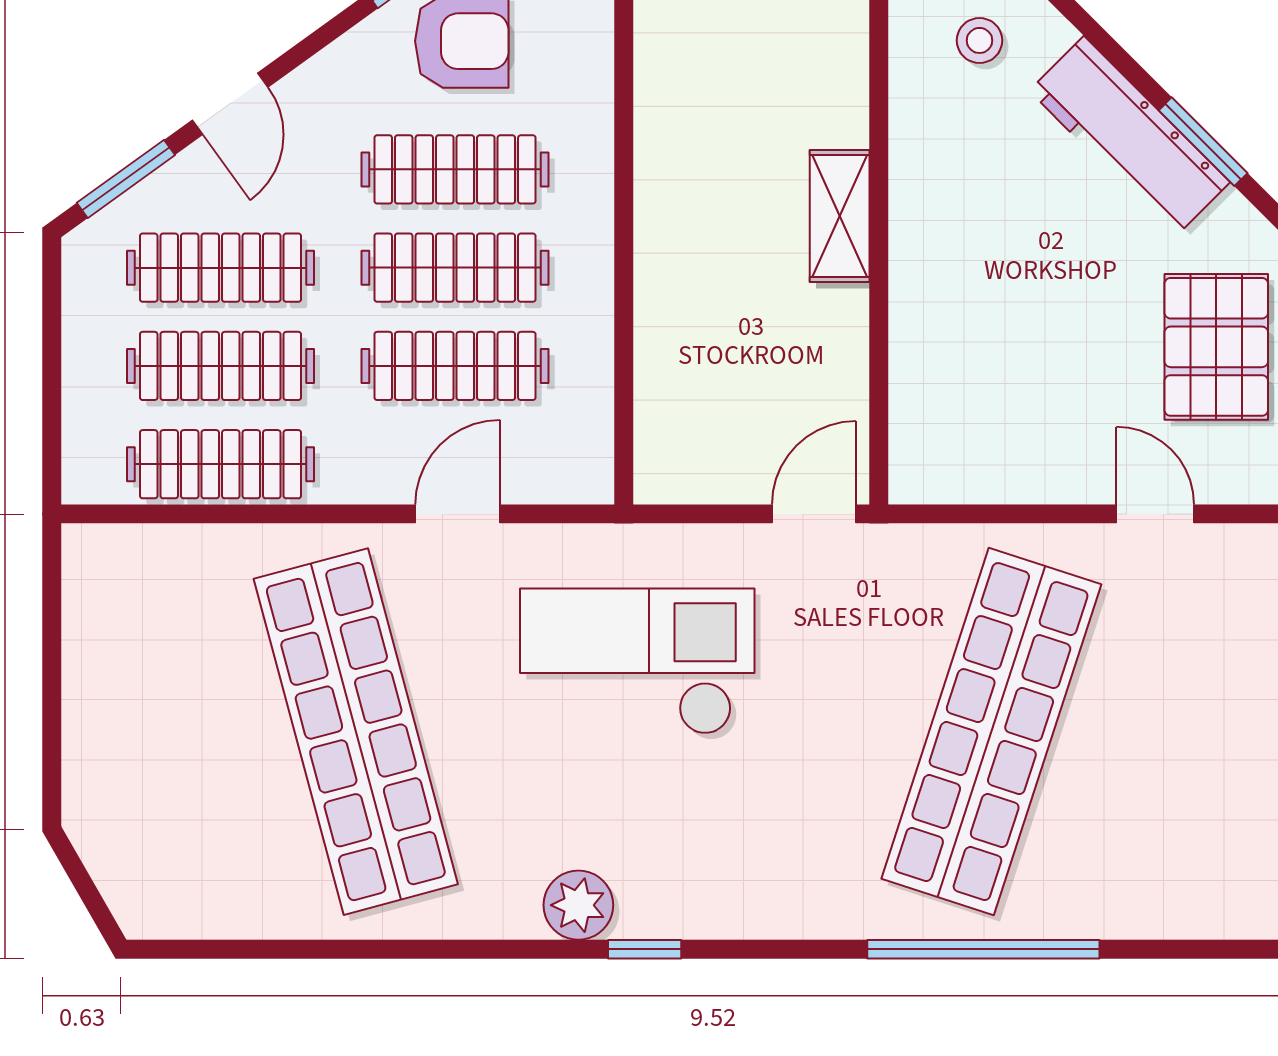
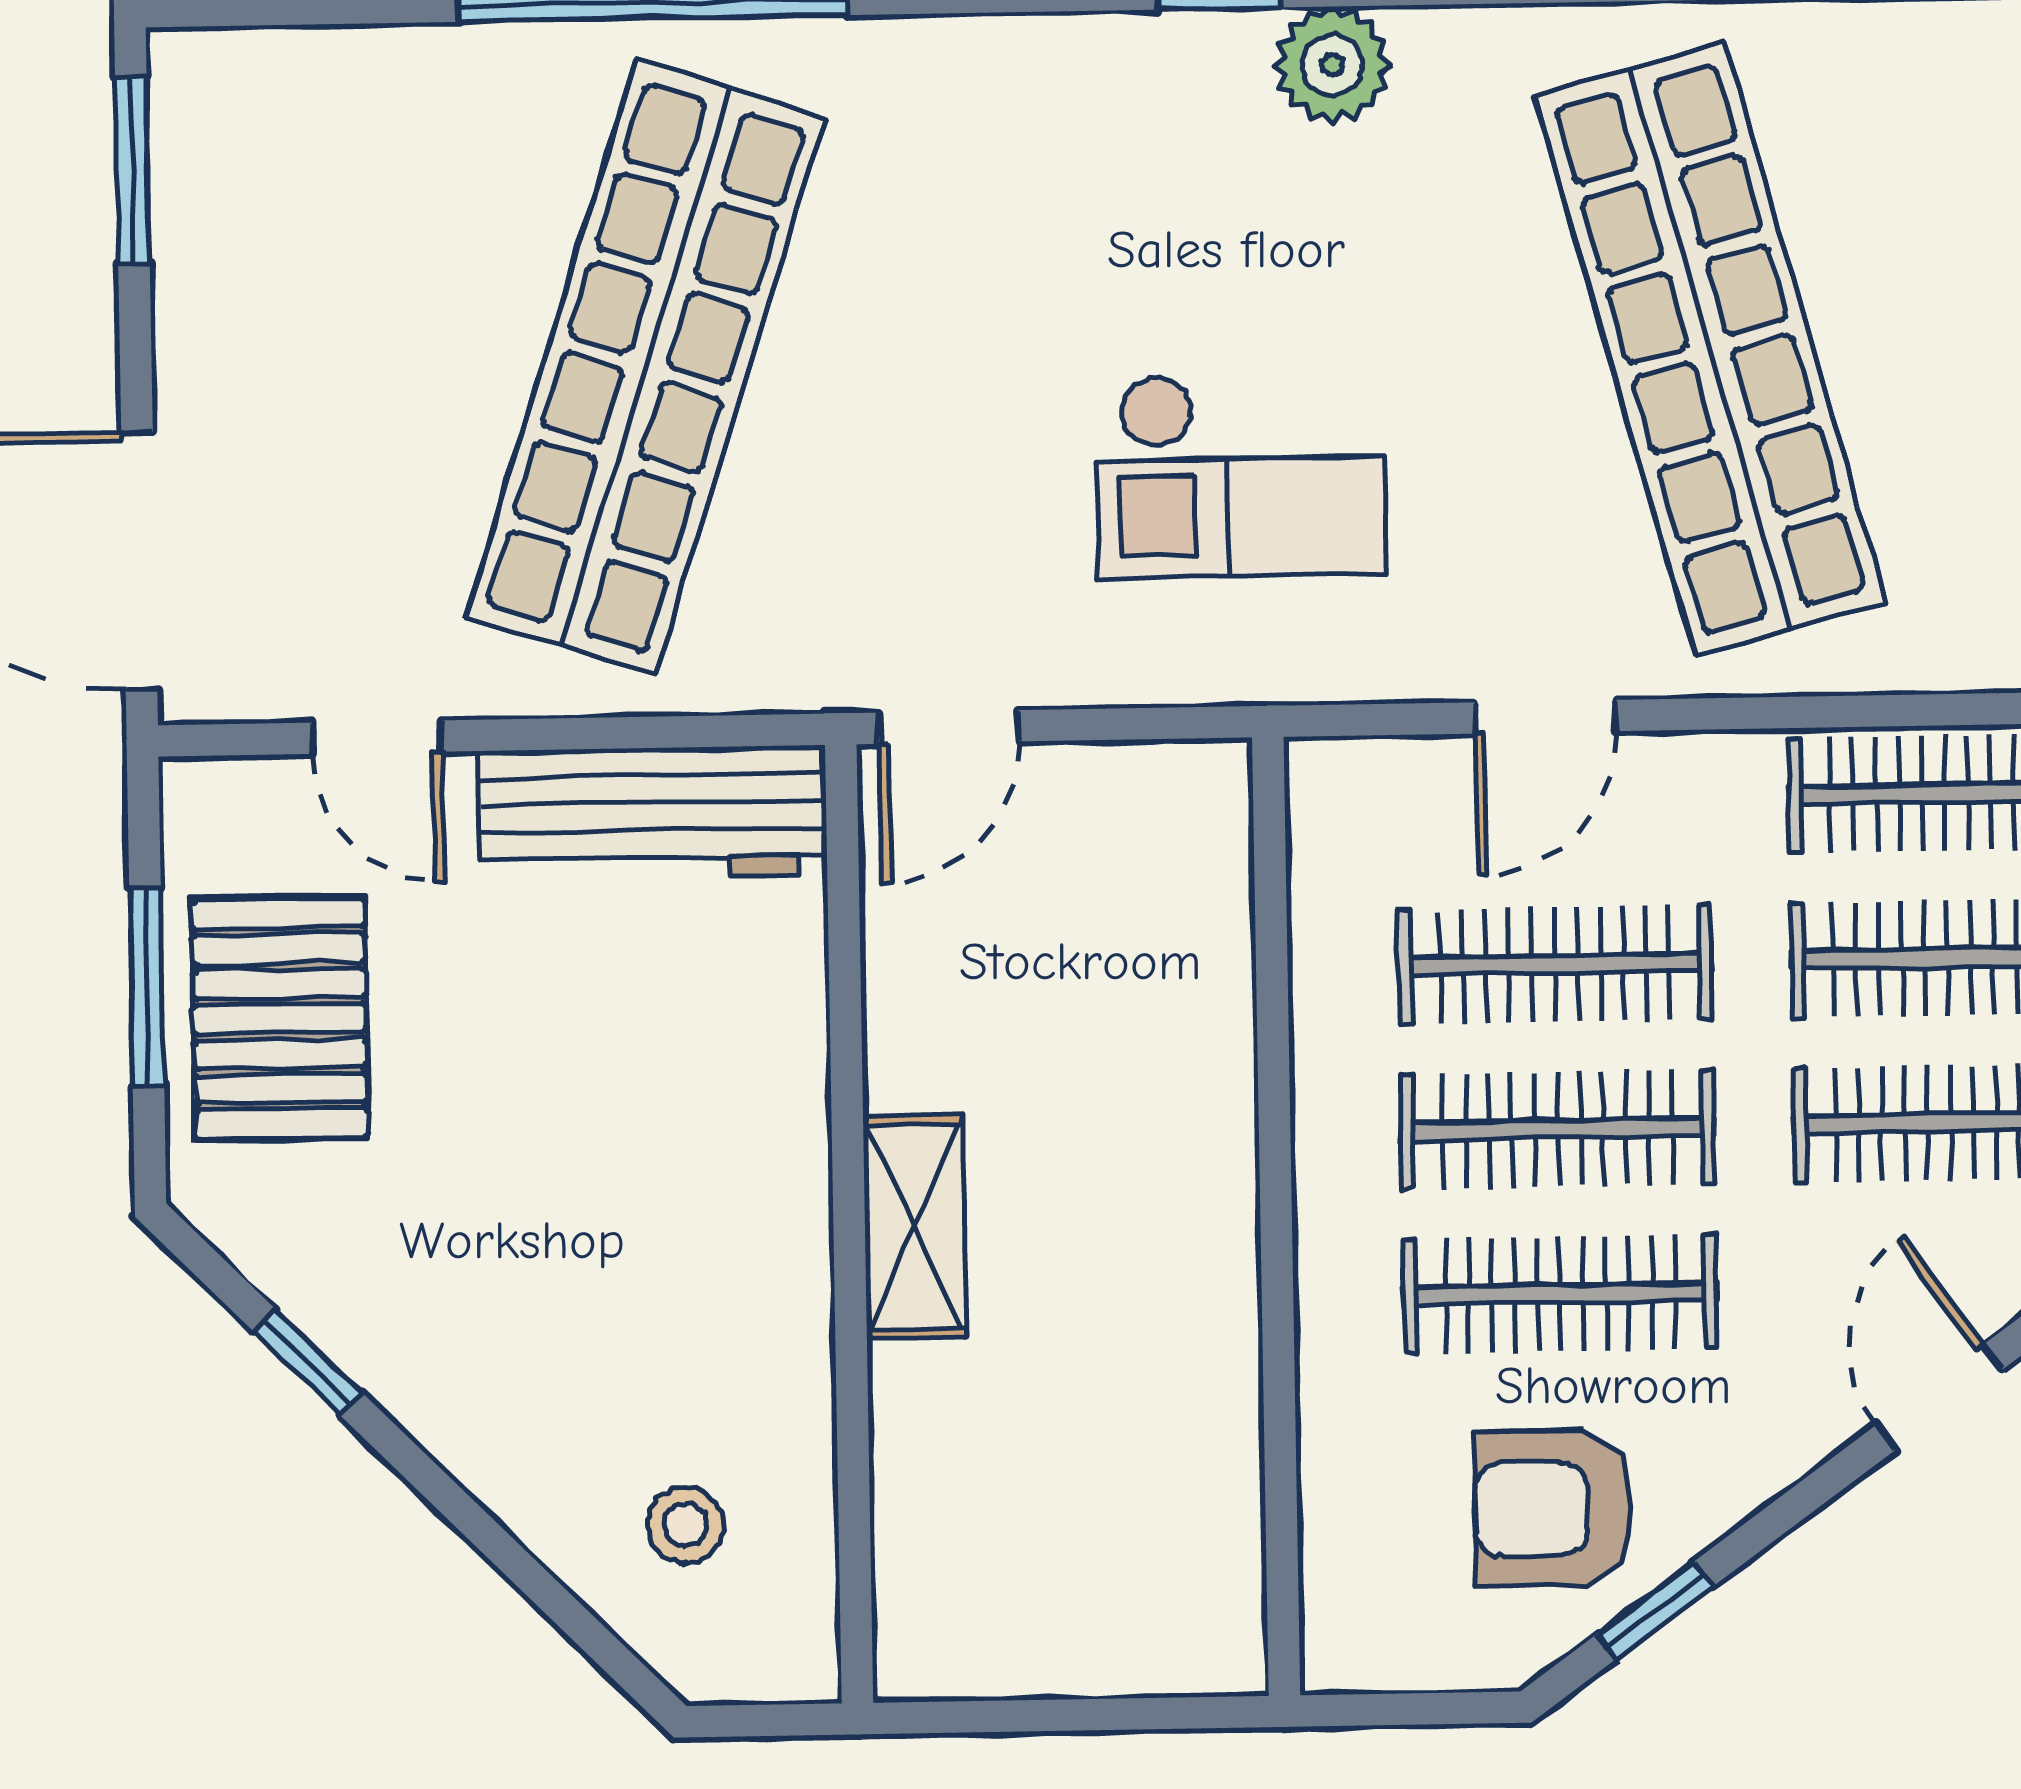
workbench: (1130, 136) -> (653, 813), moved, turned 135
window: (1203, 142) -> (308, 1362), width x0.67
checkout: (637, 661) -> (1241, 475), width x0.73, depth x0.83

